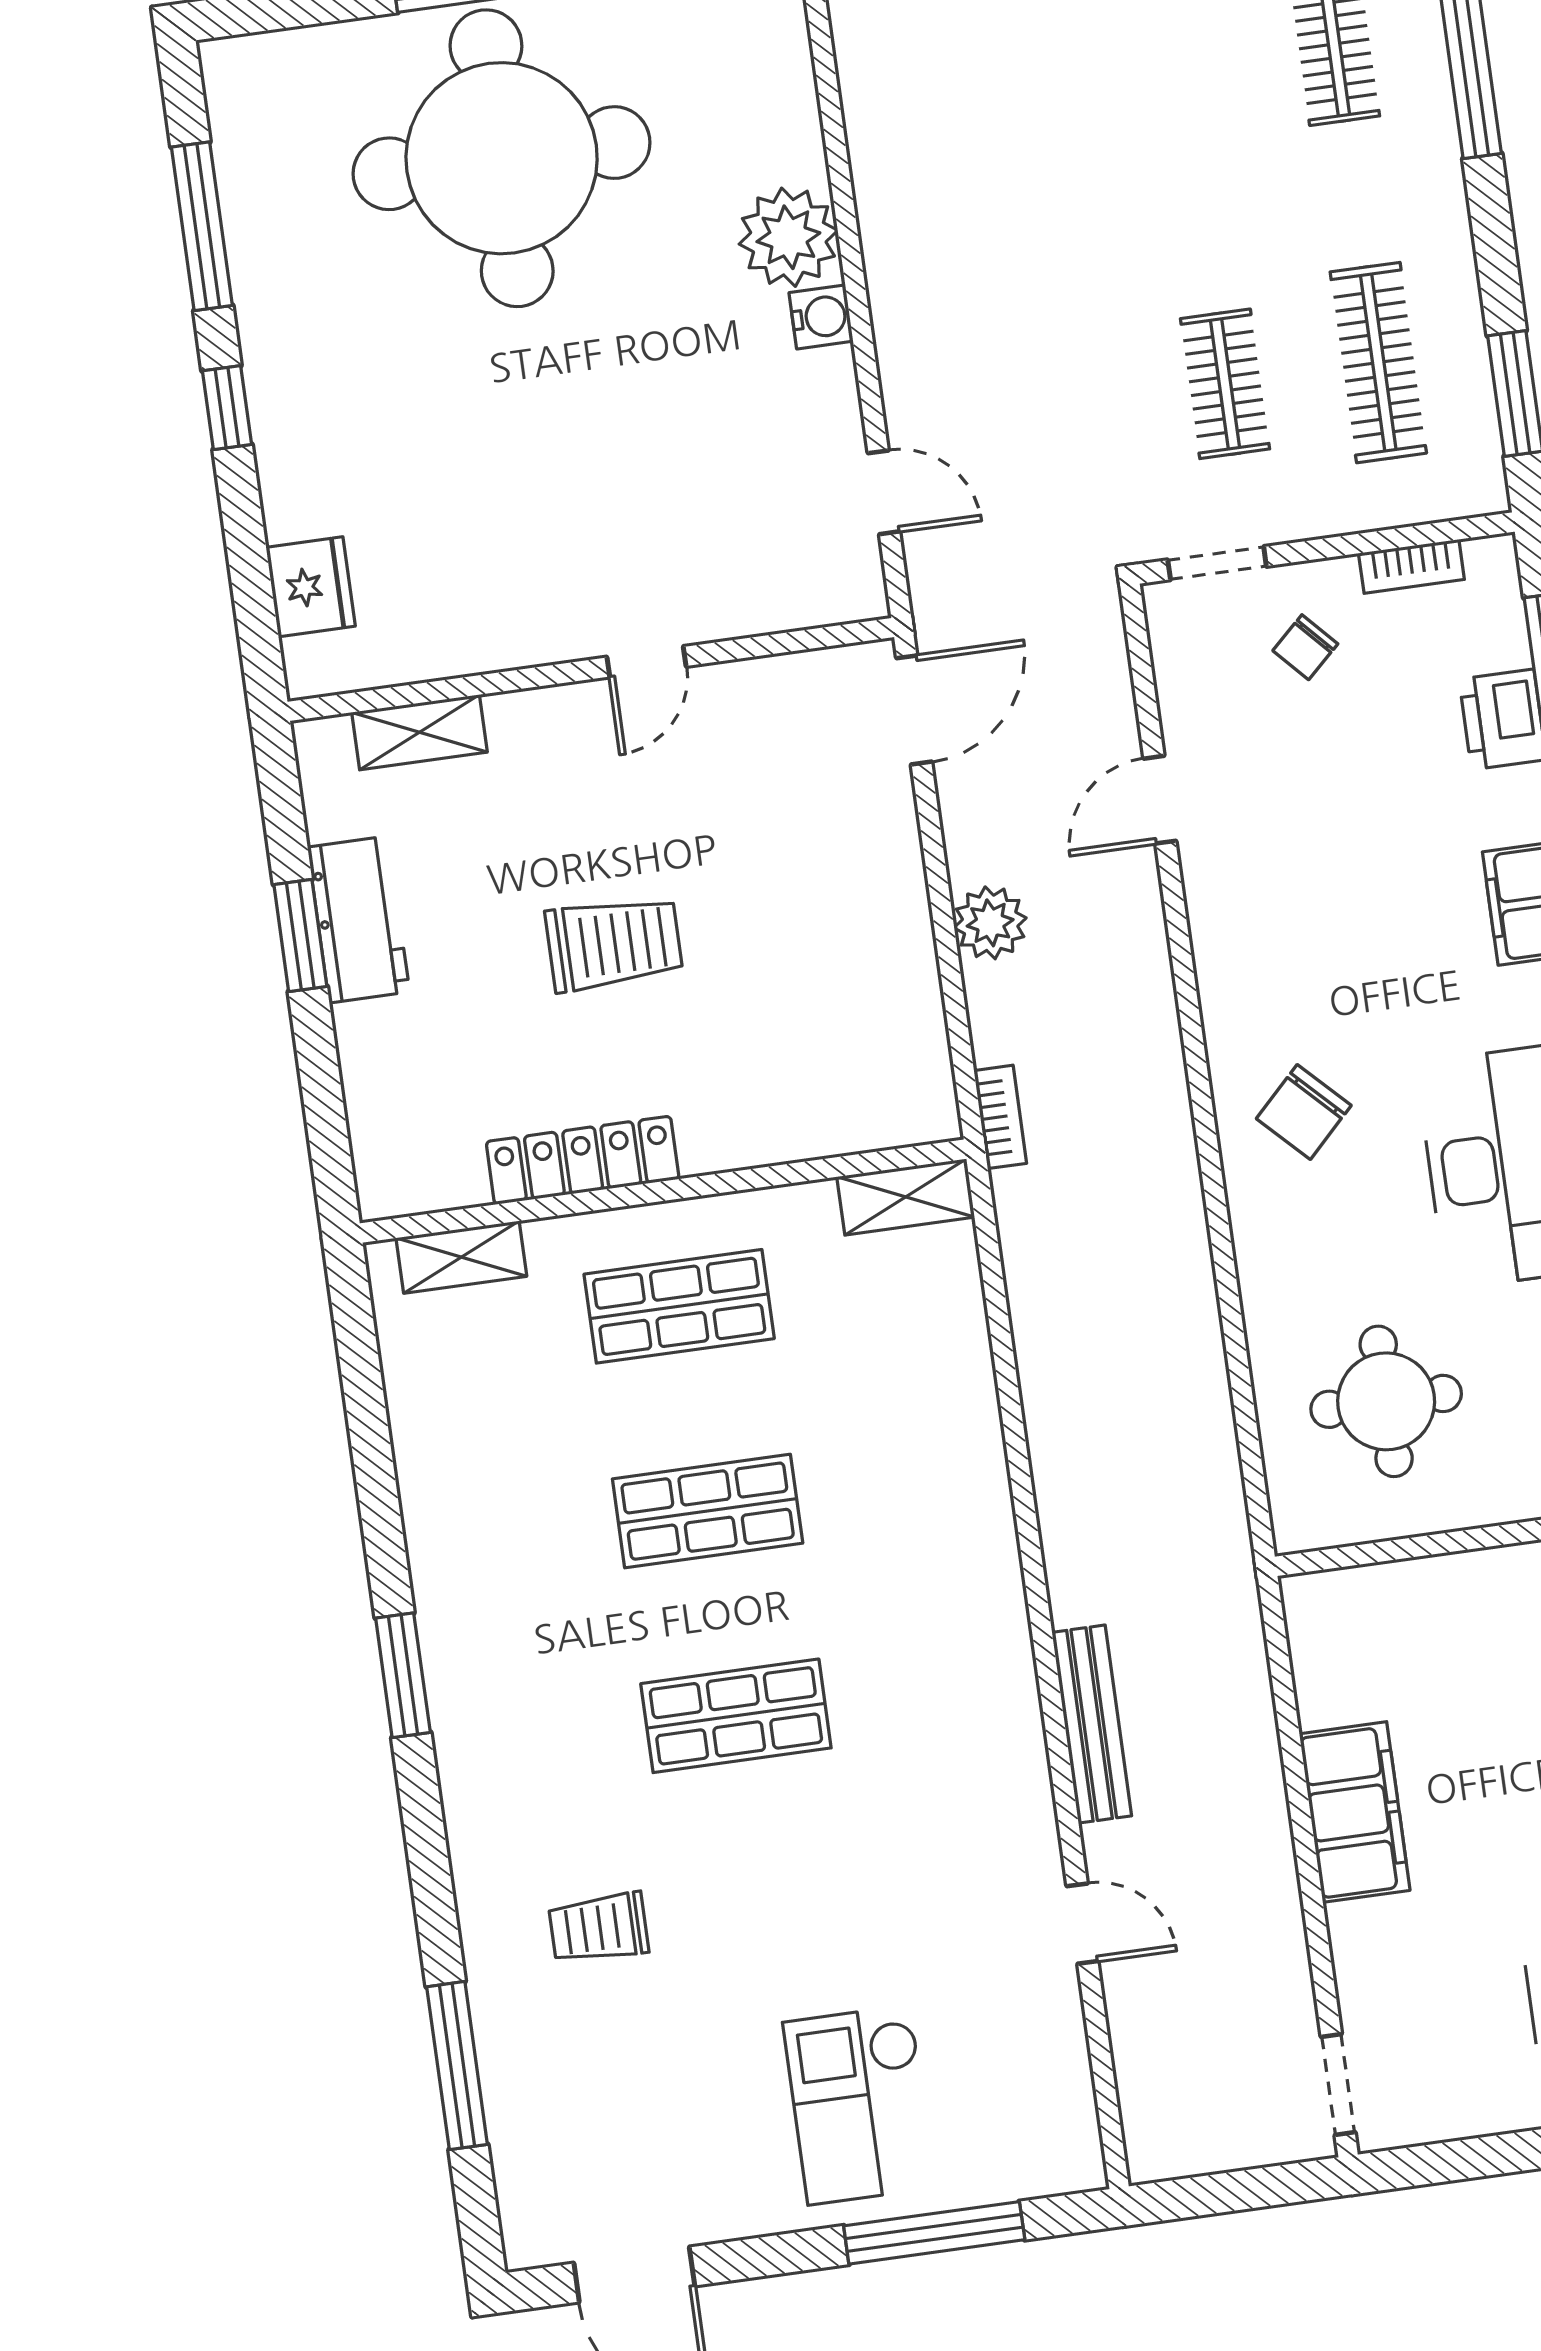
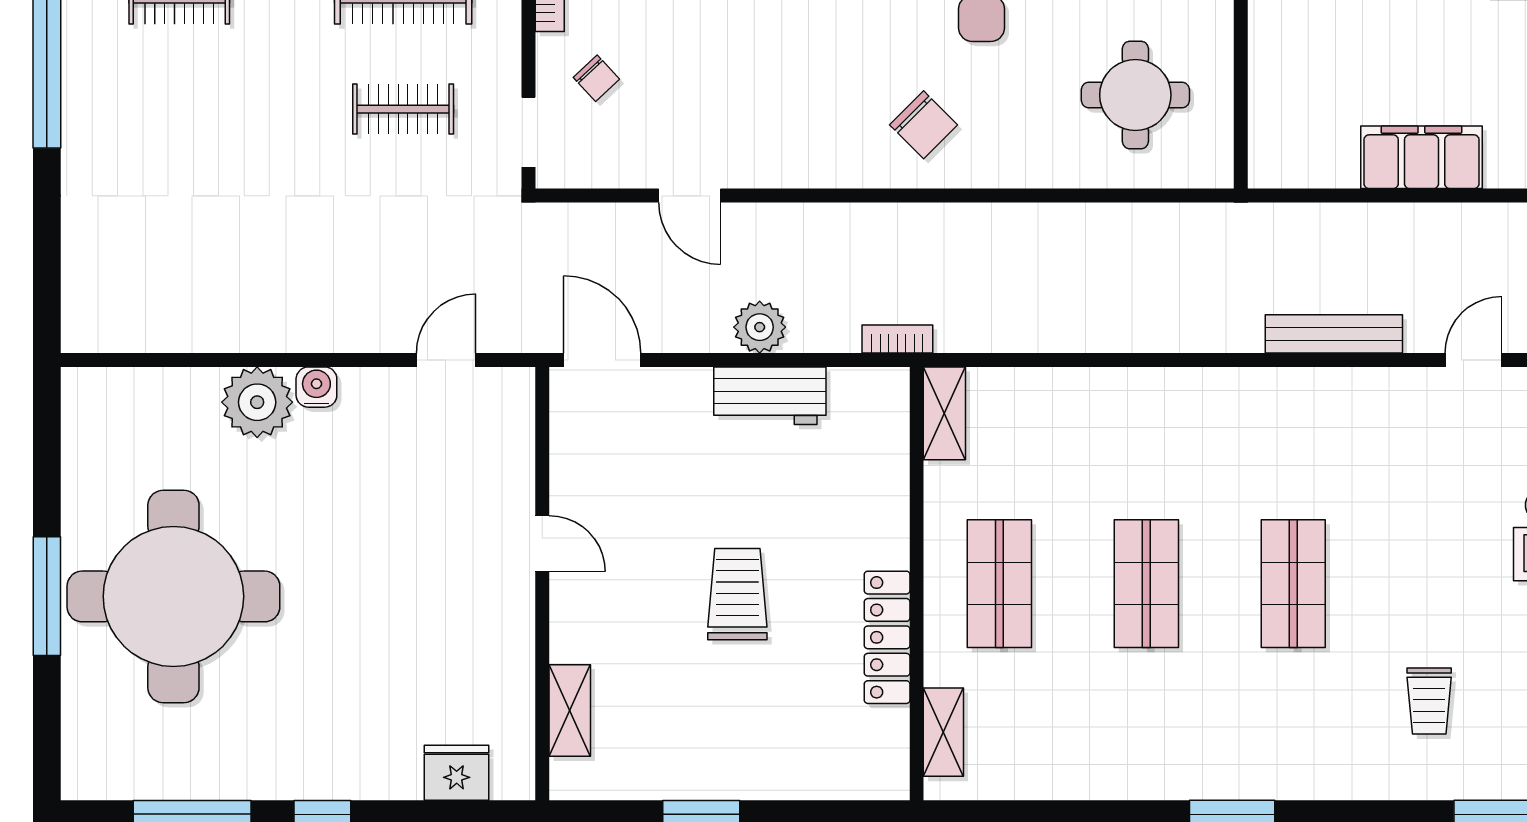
workbench: (359, 919) -> (770, 396), moved, turned 180

